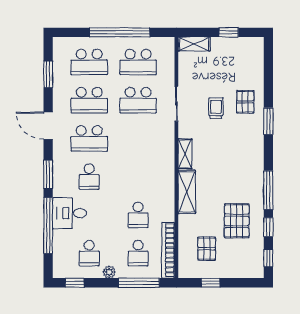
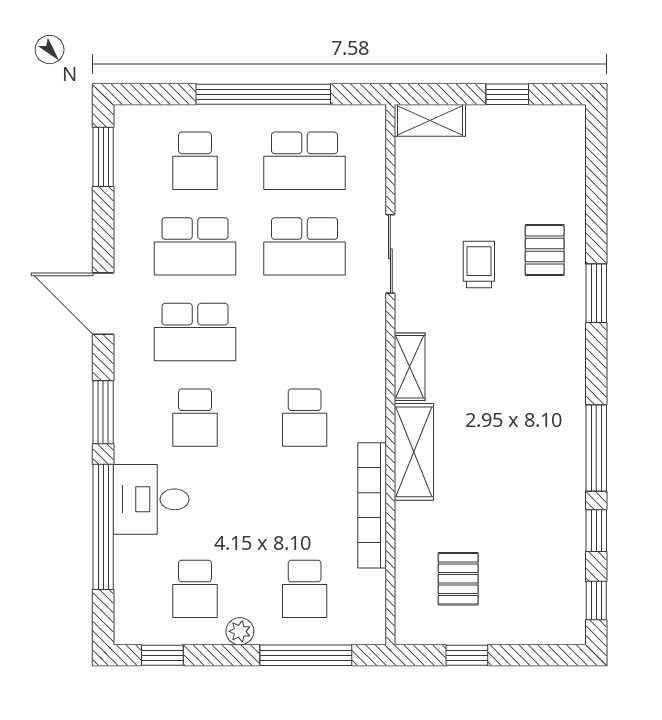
school desk: (89, 62) -> (195, 161), width x0.54
window: (48, 74) -> (103, 157), moved
school desk: (138, 215) -> (305, 418), moved
pallet: (237, 221) -> (525, 517), removed
bookcase: (168, 250) -> (372, 505), moved

